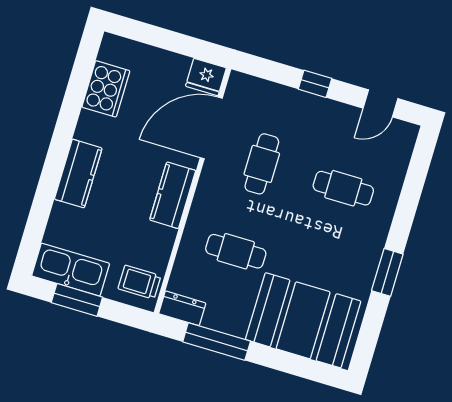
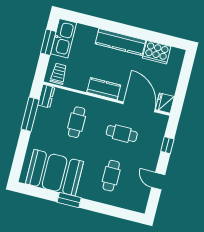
window: (315, 84) -> (167, 145), moved
door: (380, 103) -> (158, 181), moved
kitchen counter: (78, 174) -> (121, 42), width x1.50
booth: (303, 320) -> (55, 173), moved, turned 90

